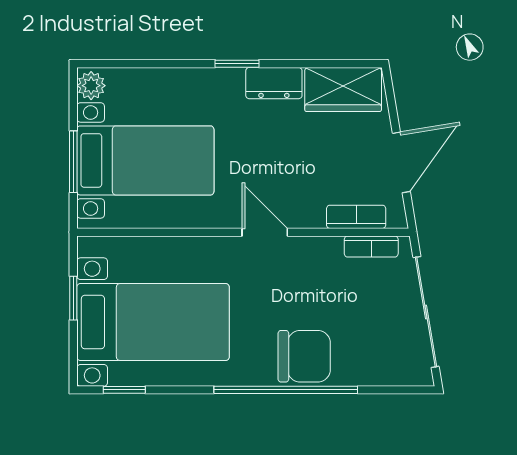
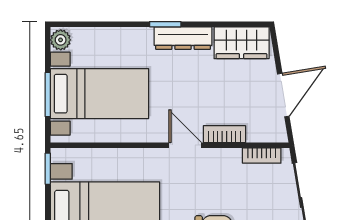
dresser: (274, 83) -> (183, 38), width x1.44
bookcase: (356, 217) -> (224, 134), moved
window: (73, 298) -> (48, 169), moved

